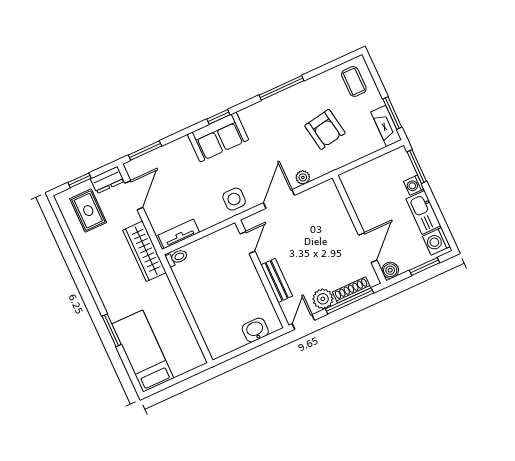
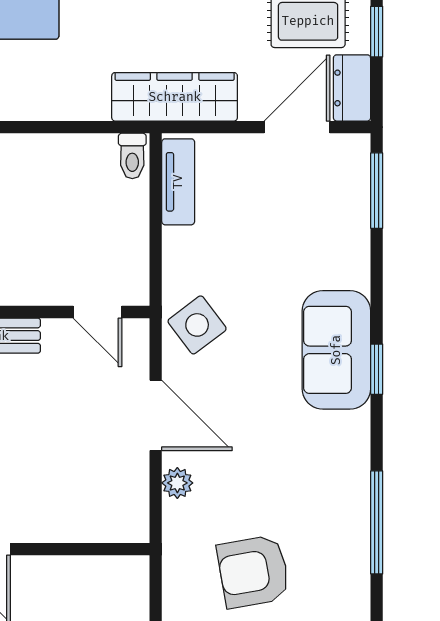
door: (134, 195) -> (297, 127), swing flipped
side table: (234, 199) -> (197, 325), turned -37

